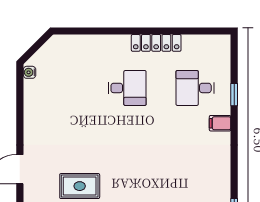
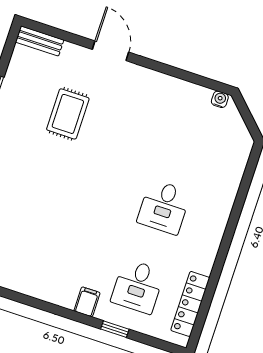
locker: (156, 43) -> (190, 304), moved
desk: (195, 88) -> (138, 286), turned 180

